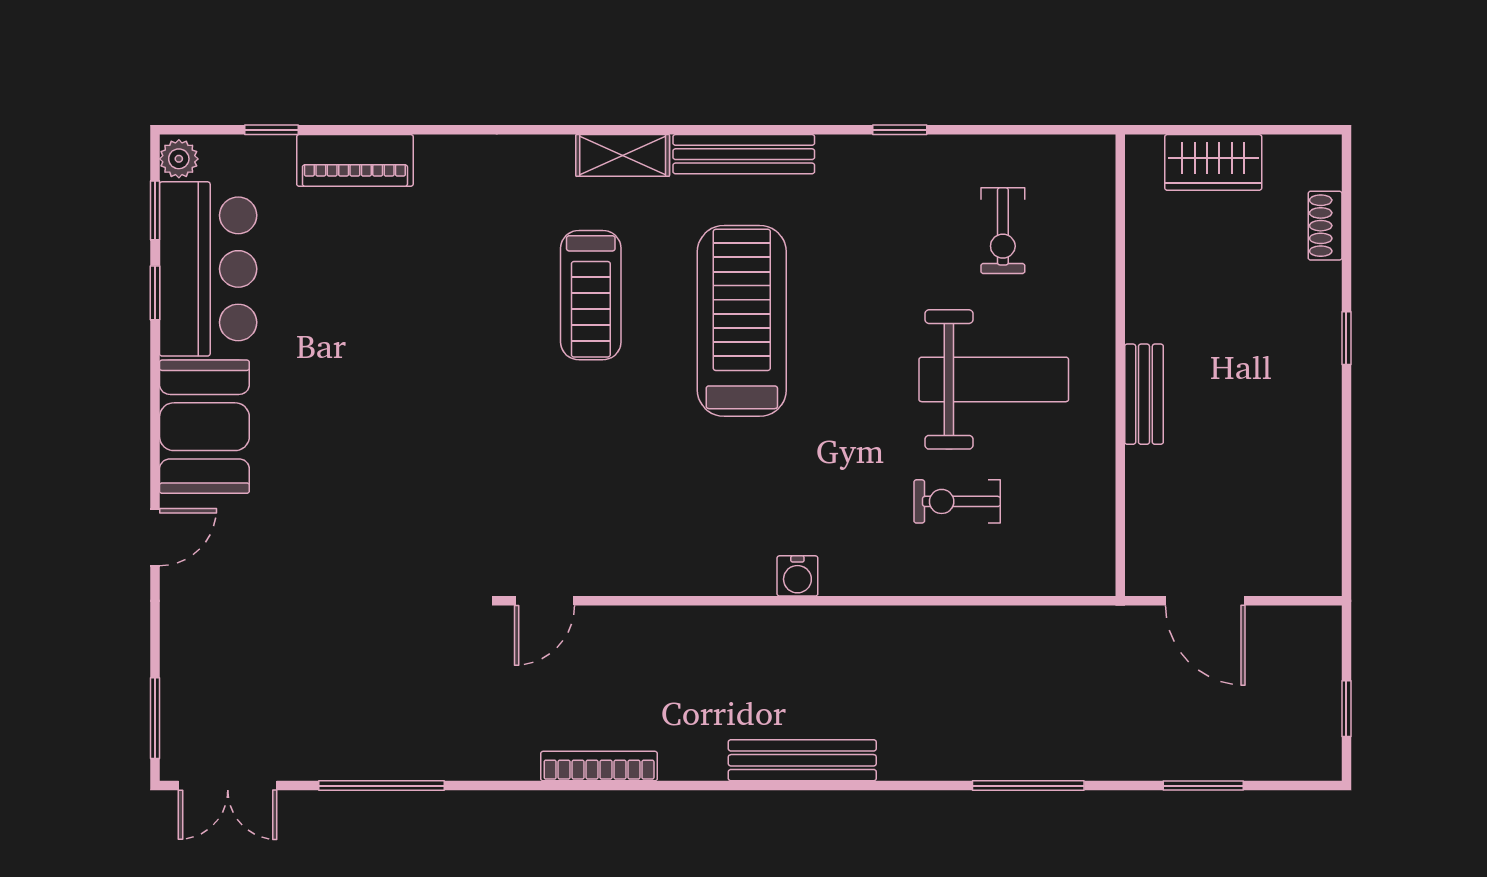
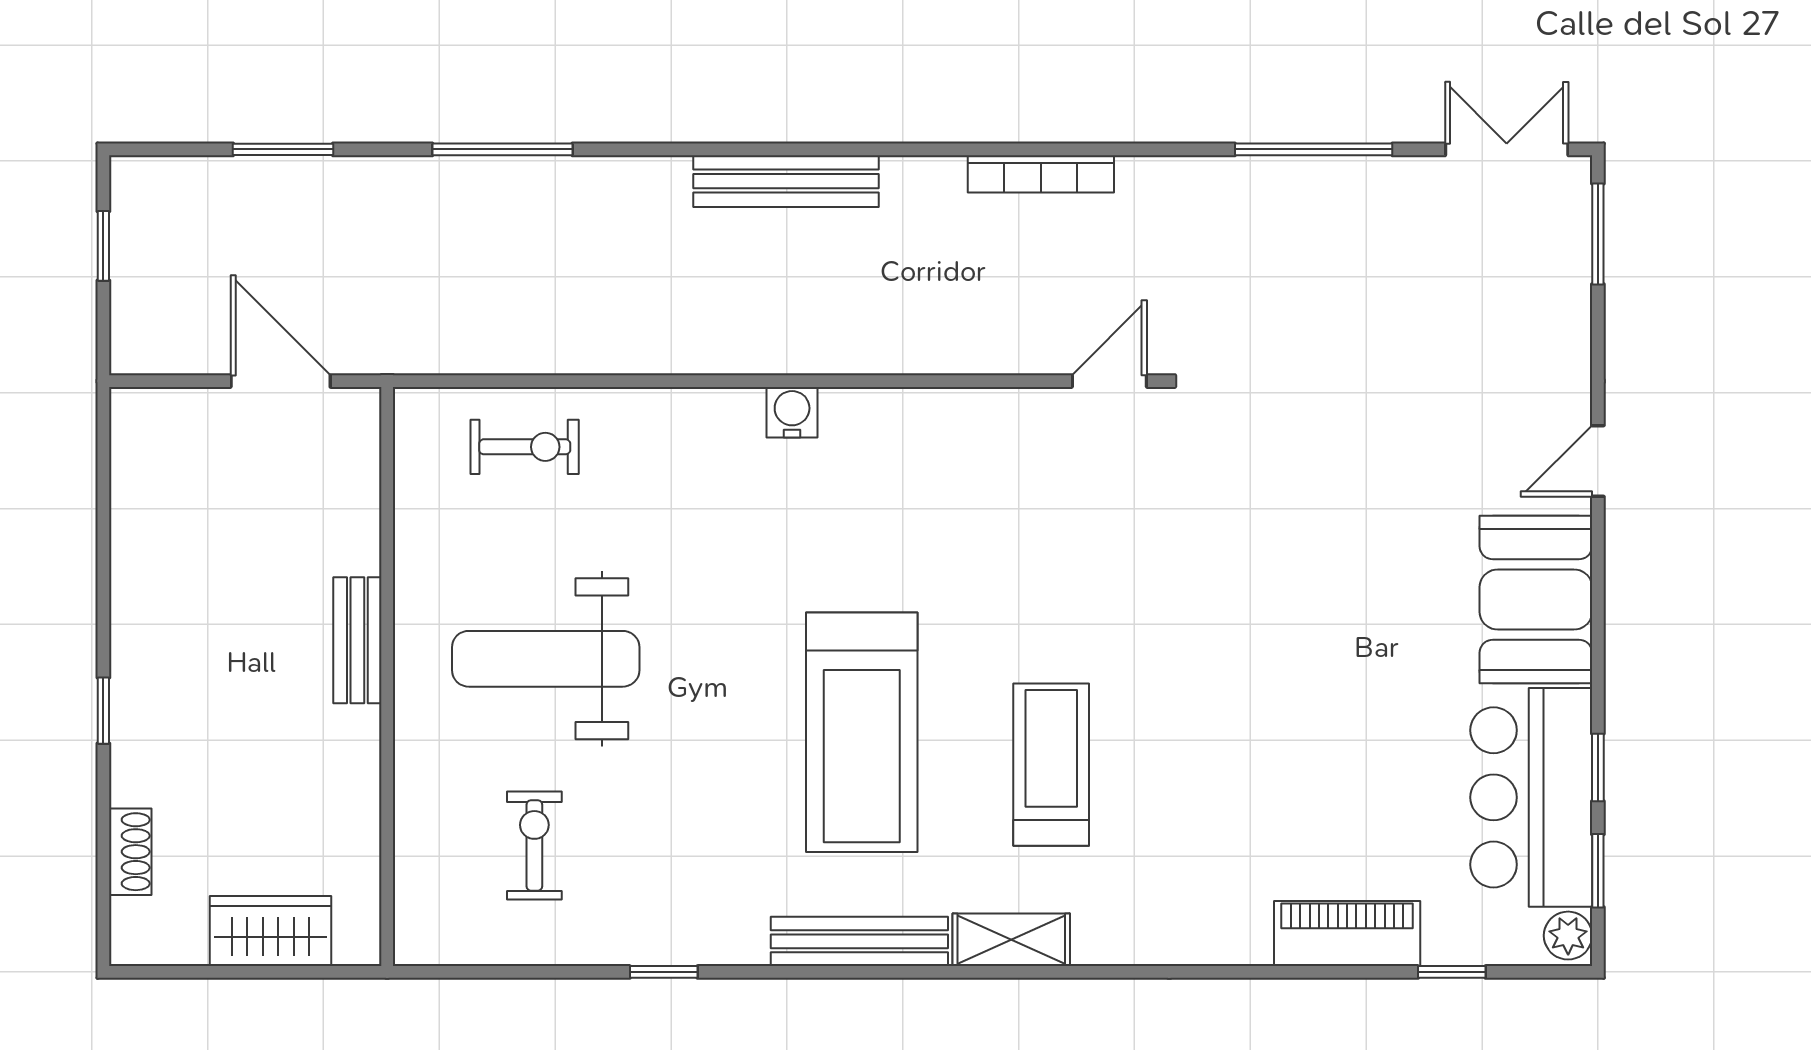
exercise bike: (957, 501) -> (525, 447), moved

